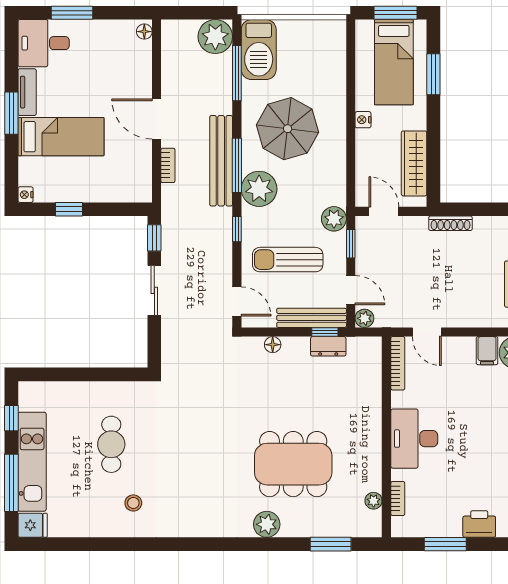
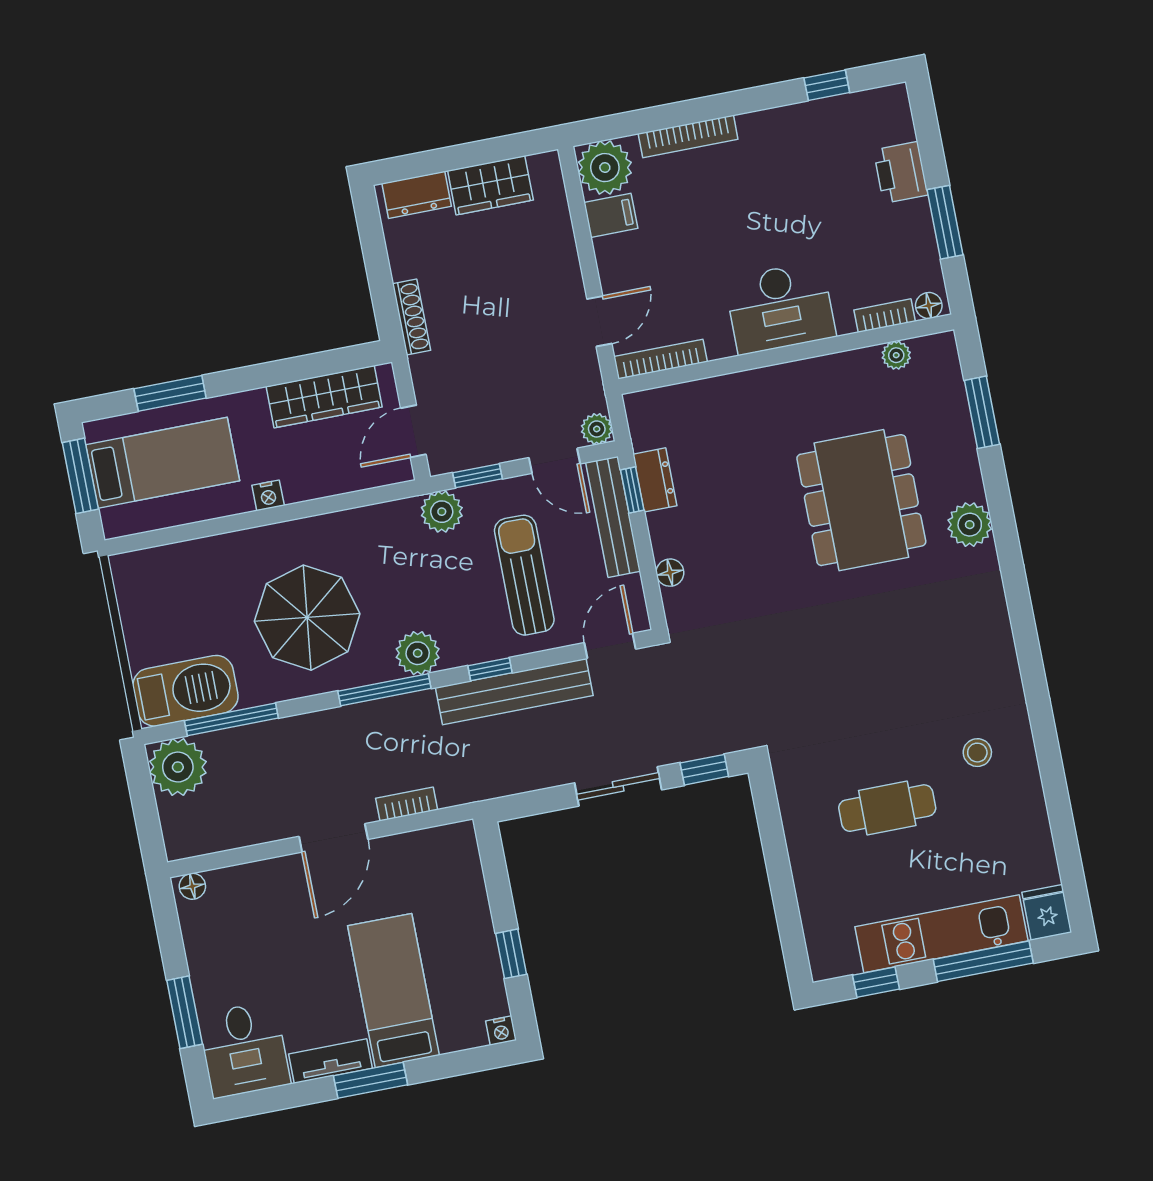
bench: (221, 161) -> (514, 692), moved
plant: (259, 189) -> (418, 653), width x0.73, depth x0.73
window: (154, 238) -> (704, 770), moved
sun lounger: (288, 260) -> (524, 575), turned 180
door: (351, 290) -> (554, 461), swing flipped
floor lamp: (399, 525) -> (929, 306), added

